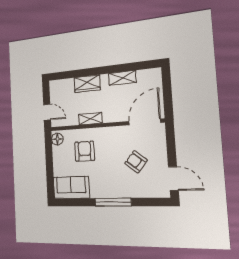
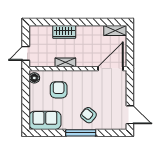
shelving: (122, 78) -> (115, 30), moved
door: (47, 112) -> (26, 53), swing flipped
armchair: (136, 162) -> (88, 115), moved

